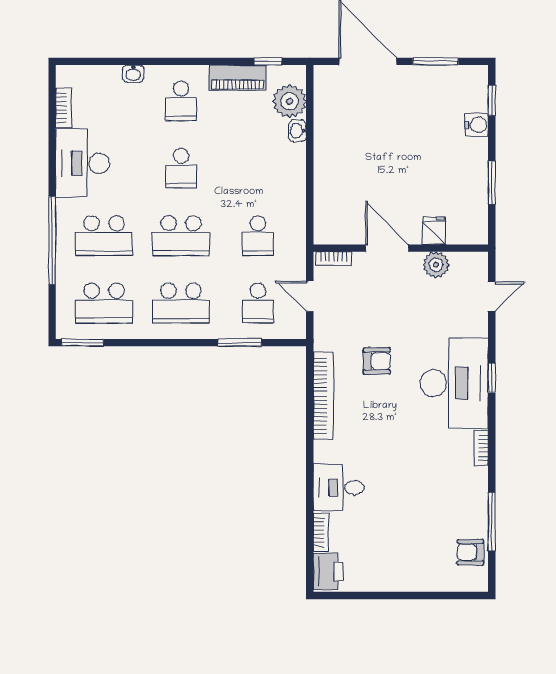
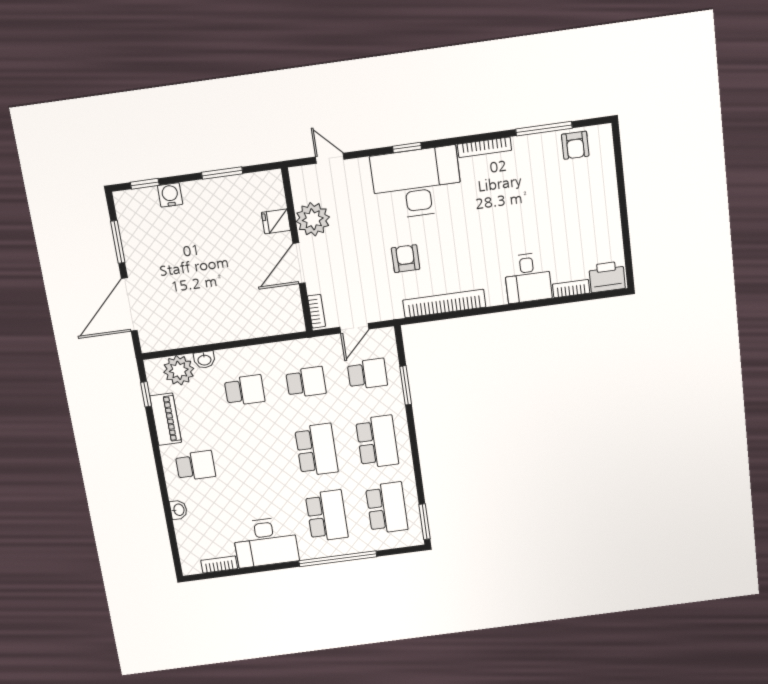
school desk: (181, 168) -> (245, 390), moved
plant: (436, 265) -> (313, 219), width x1.36, depth x1.36
bookcase: (481, 448) -> (484, 147), width x1.56

